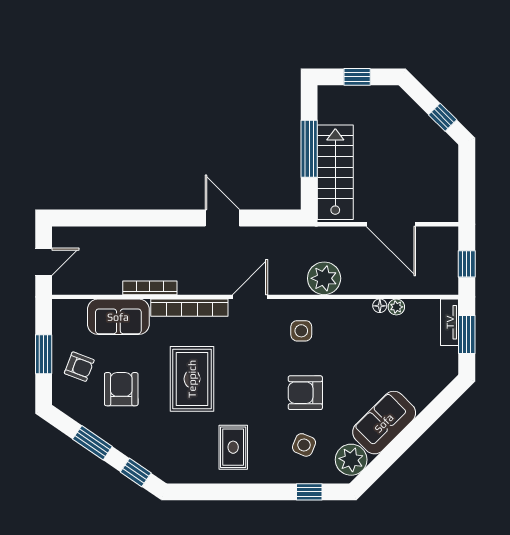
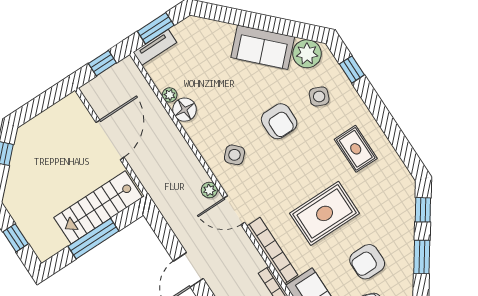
plant: (324, 278) -> (209, 190), moved, width x0.53, depth x0.53
floor lamp: (380, 306) -> (185, 110), width x1.89, depth x1.89
side table: (301, 331) -> (234, 155), turned 45
rug: (233, 447) -> (356, 149), turned 90

